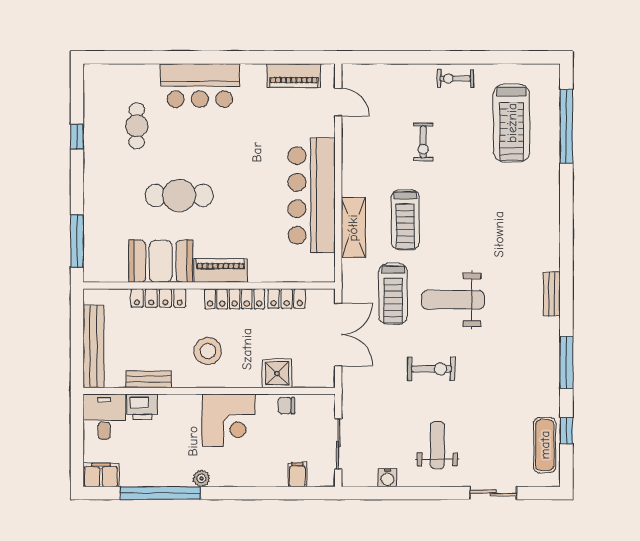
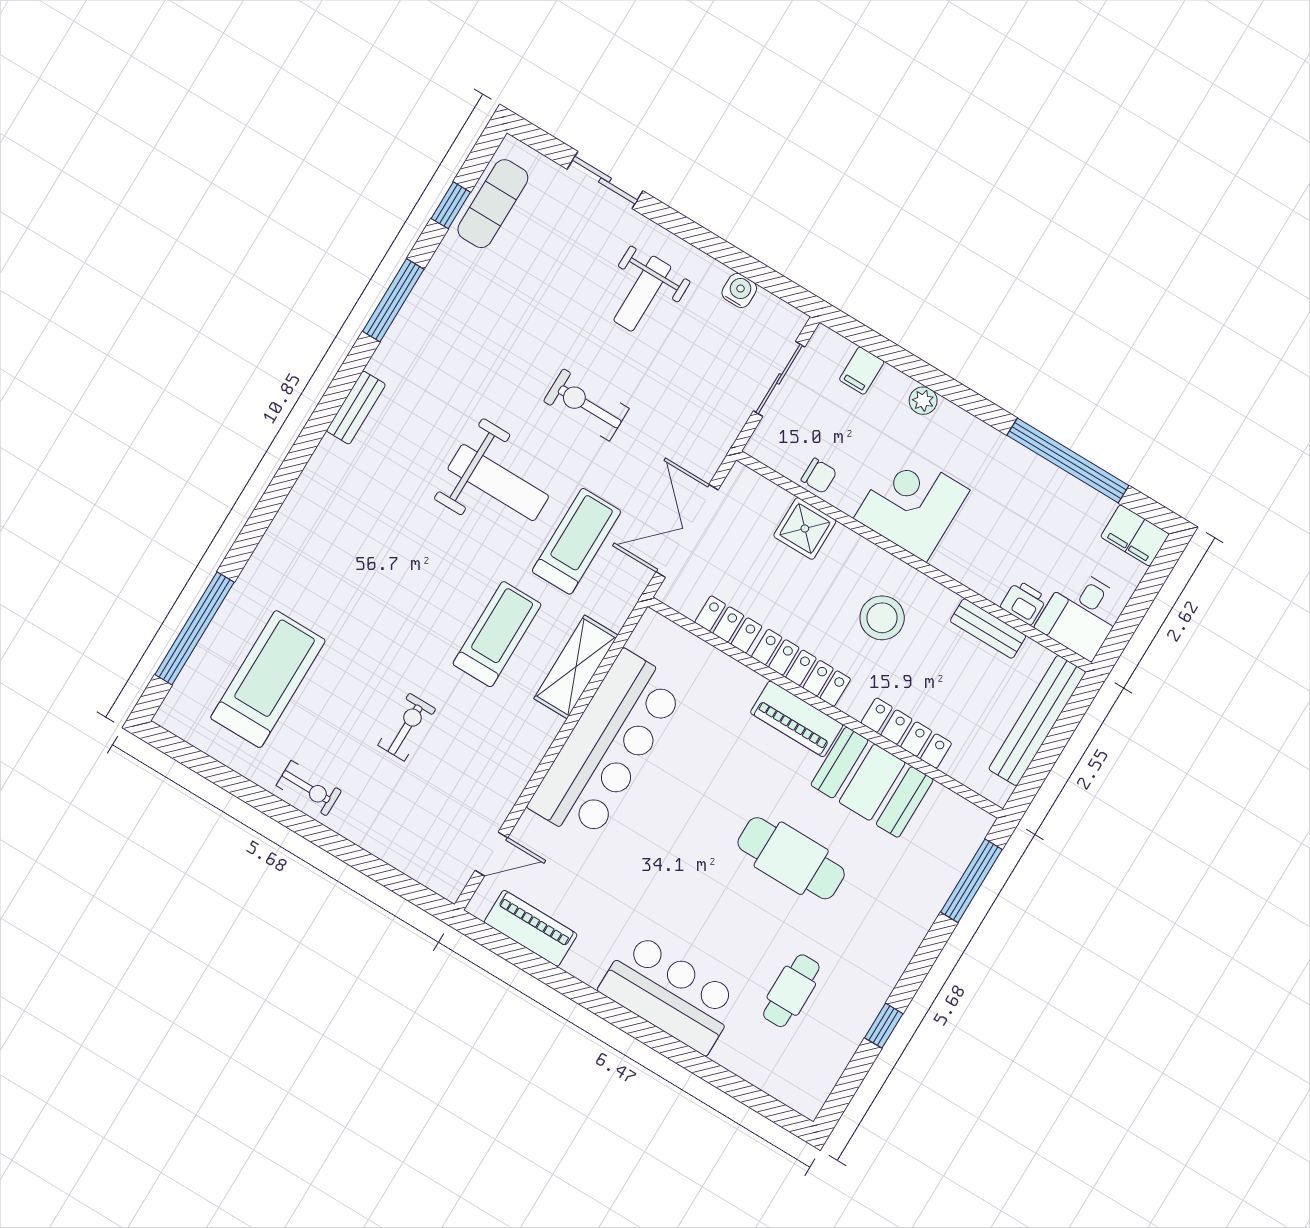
door: (338, 102) -> (491, 854), swing flipped
printer: (142, 407) -> (1024, 602), width x0.73, depth x0.81
plant: (201, 478) -> (923, 401), moved

